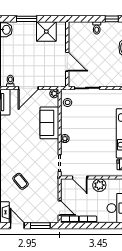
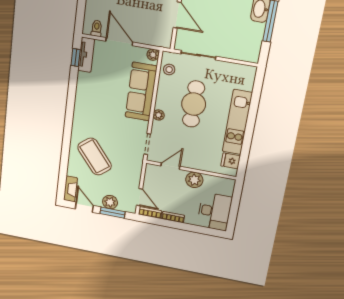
door: (28, 88) -> (119, 42), swing flipped
sofa: (49, 123) -> (141, 92), width x1.36
cafe table: (89, 125) -> (194, 104), added
door: (80, 178) -> (170, 166), swing flipped
coffee table: (21, 181) -> (95, 157), width x1.86, depth x1.72
plant: (37, 217) -> (110, 202), added

